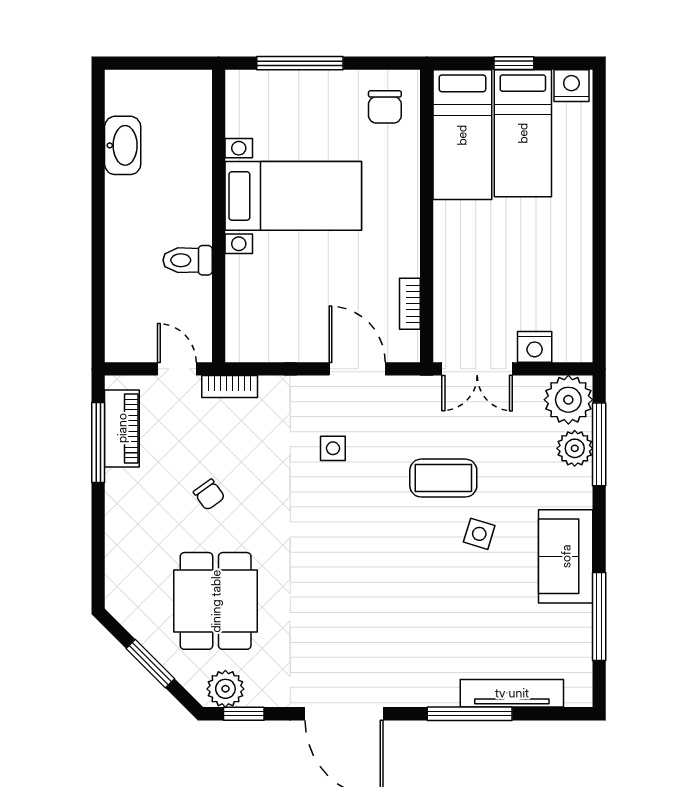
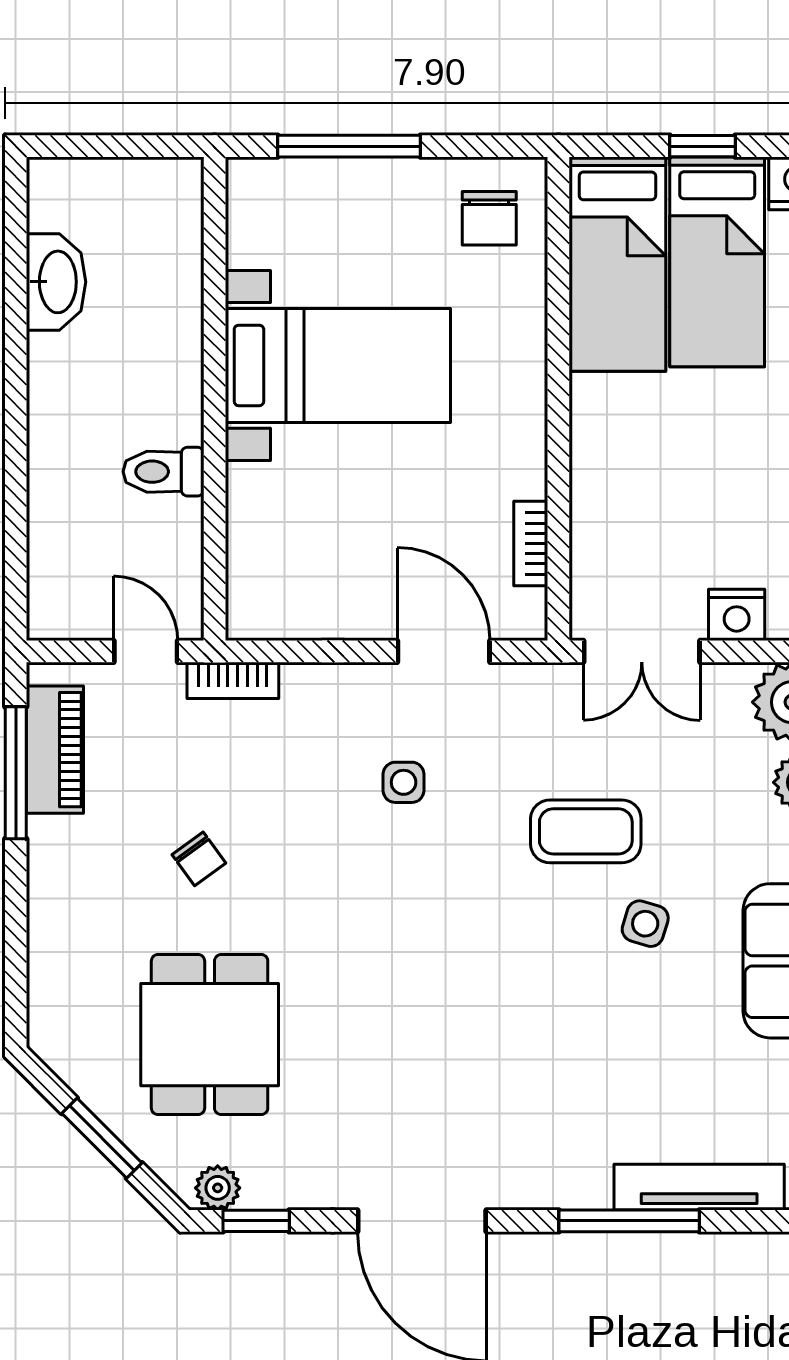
plant: (225, 689) -> (218, 1188), width x0.73, depth x0.73

